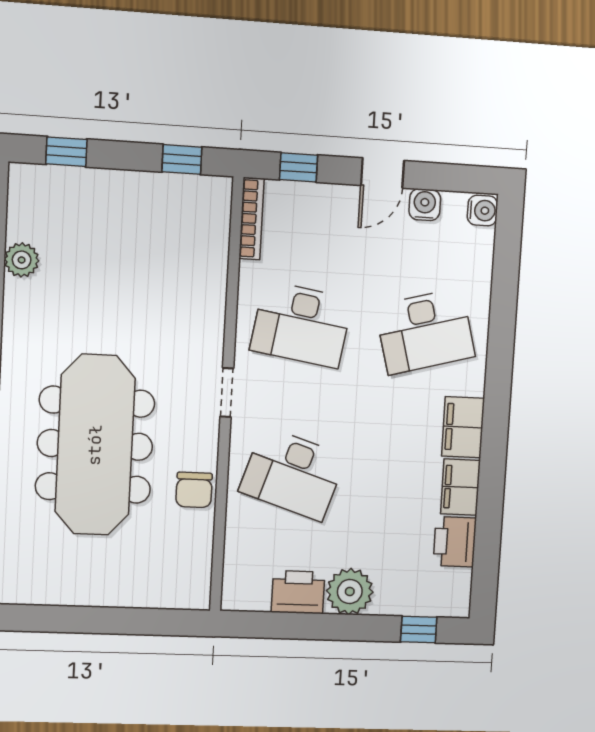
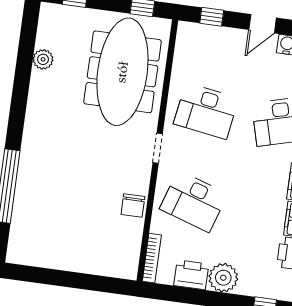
bookcase: (252, 219) -> (152, 258), moved
meeting table: (95, 445) -> (122, 72), moved

